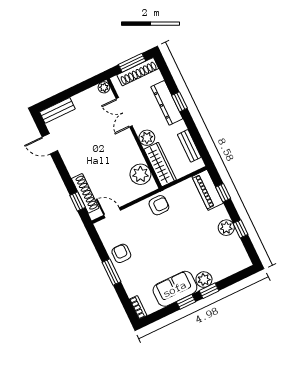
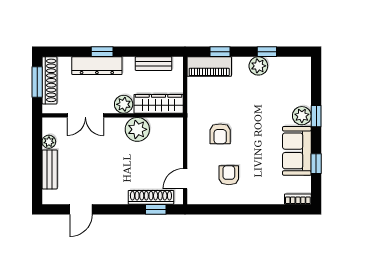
plant: (104, 87) -> (49, 142), moved
bench: (57, 110) -> (50, 169), moved
plant: (140, 174) -> (137, 129), moved
armchair: (159, 205) -> (220, 134), moved, turned 180
armchair: (121, 253) -> (229, 175), moved, turned 90
window: (111, 272) -> (247, 209), removed
window: (186, 302) -> (316, 164), moved

